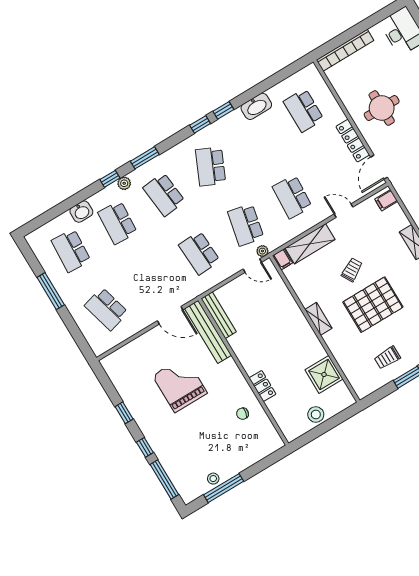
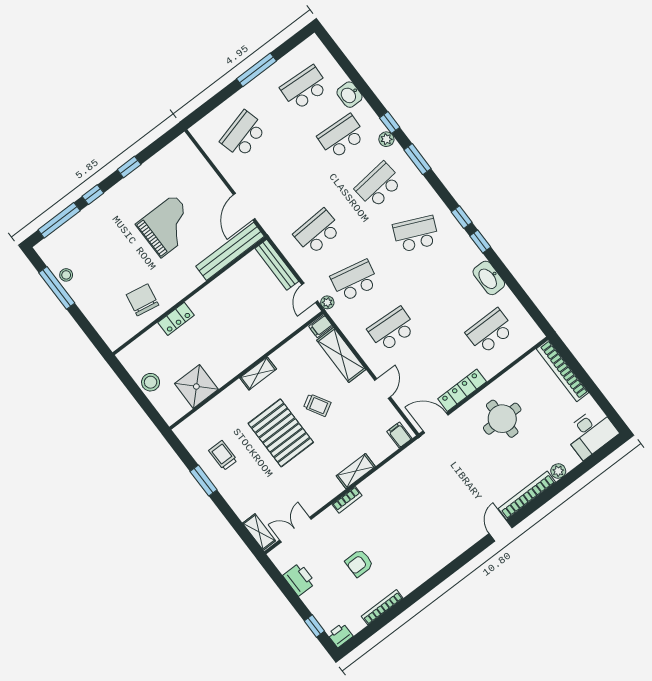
bench: (219, 315) -> (277, 265), moved, turned 90
chair: (243, 414) -> (143, 300), width x1.87, depth x1.87

